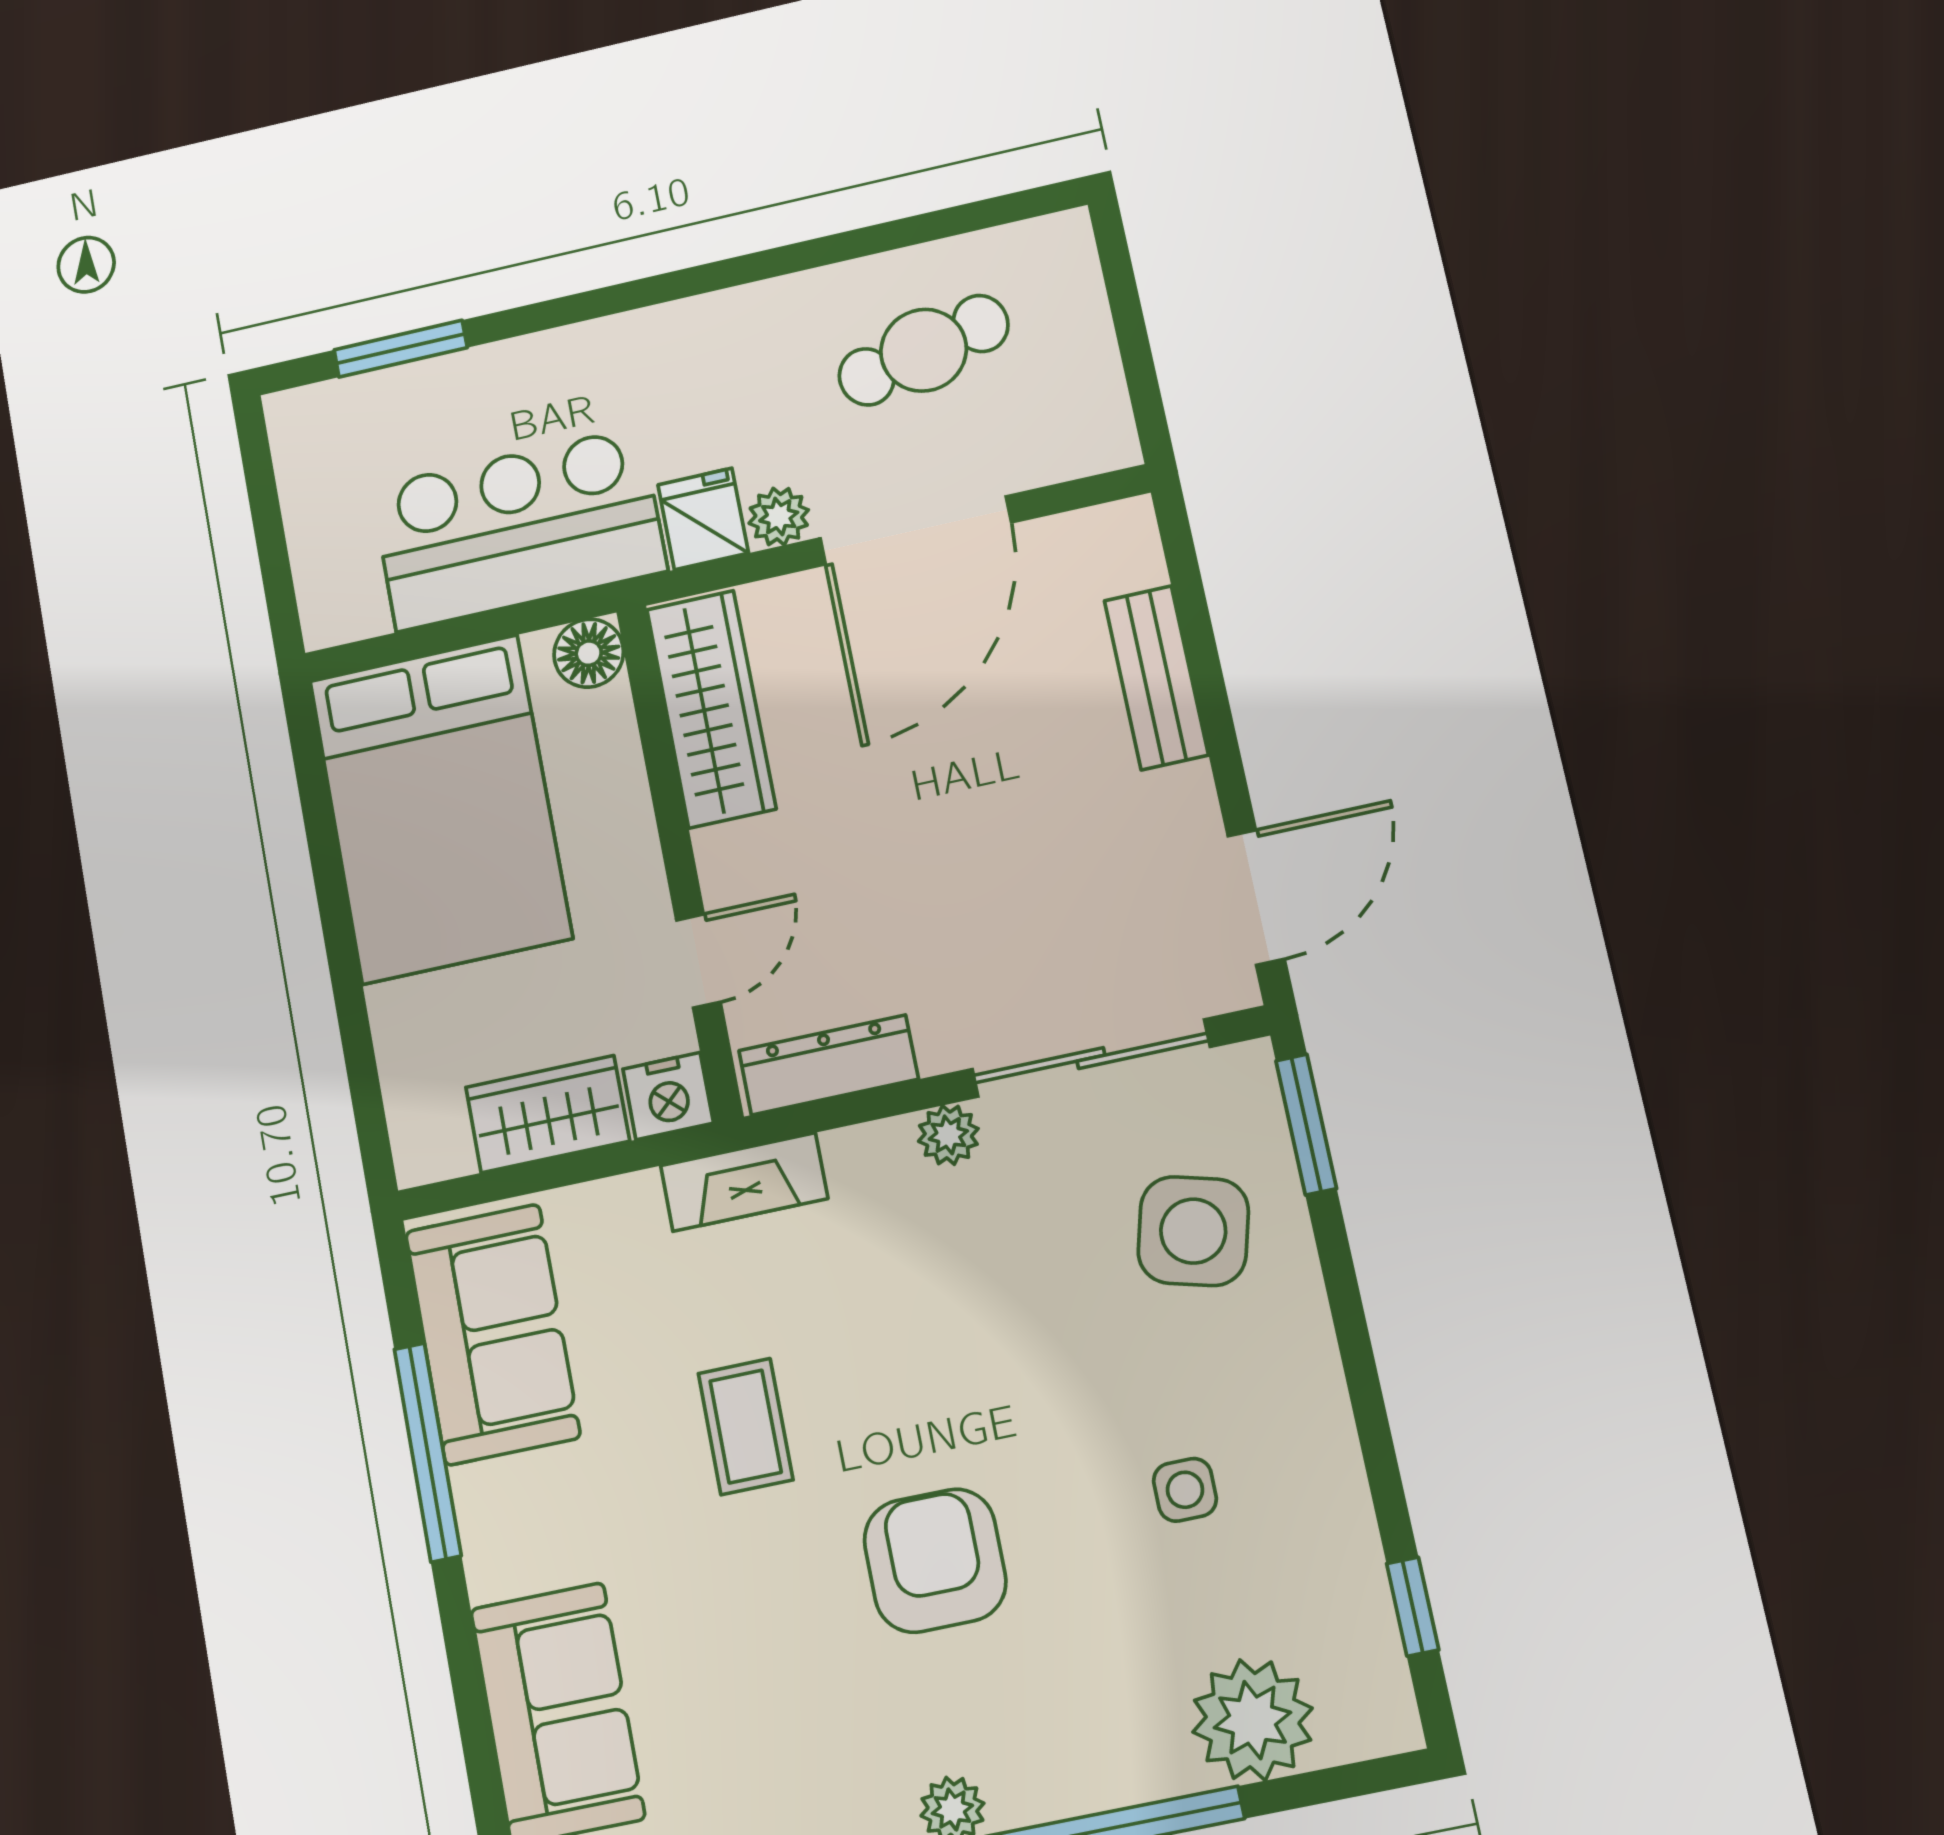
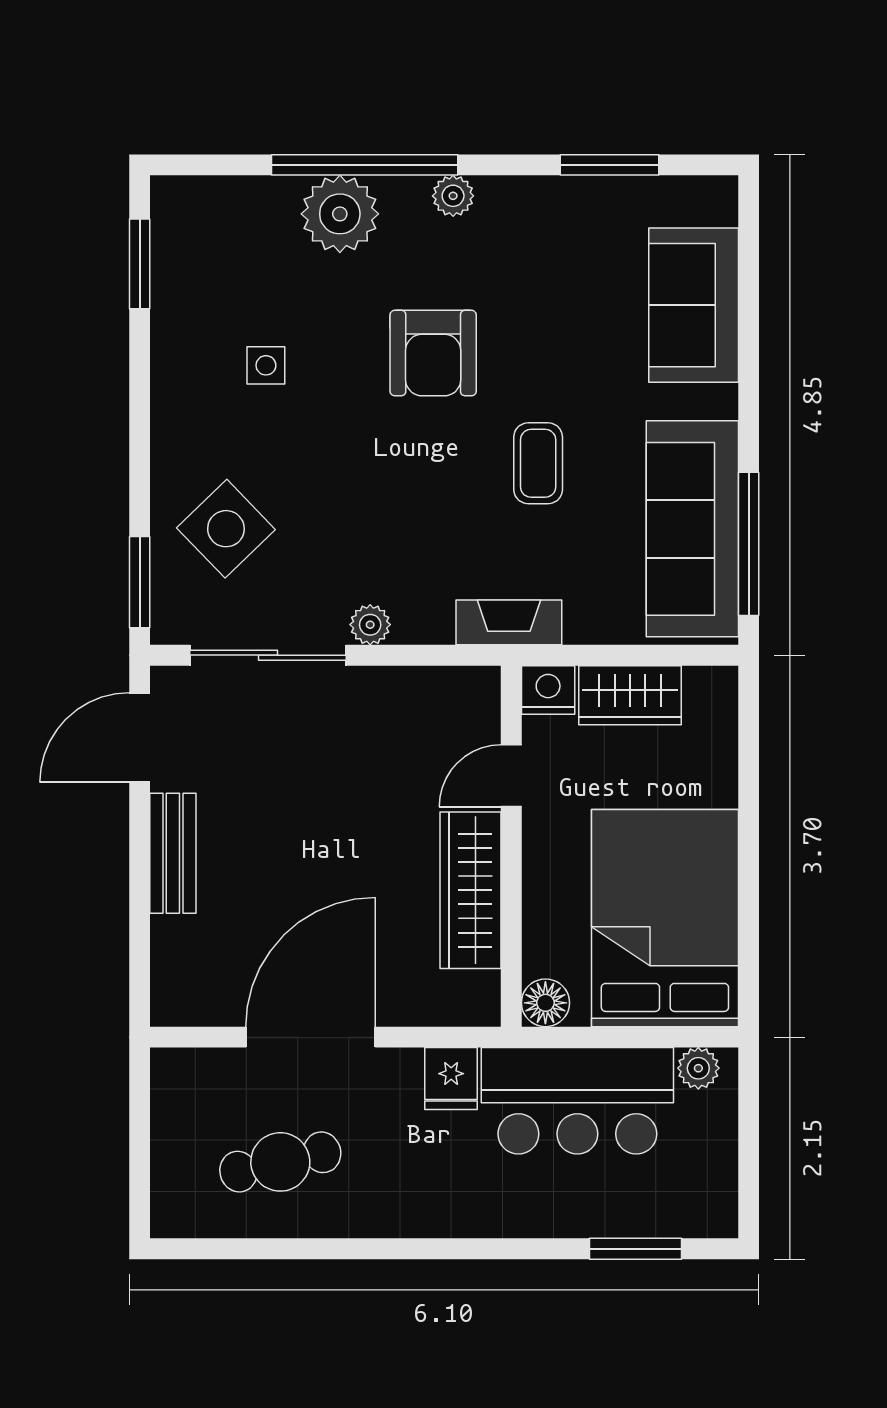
plant: (779, 517) -> (698, 1068), moved
bench: (1156, 678) -> (173, 853), moved
wardrobe: (711, 709) -> (471, 890), moved
dresser: (828, 1065) -> (439, 688), removed
side table: (1193, 1231) -> (226, 529), turned 31
sofa: (493, 1334) -> (692, 529), width x1.36
window: (428, 1452) -> (749, 544), moved
window: (1413, 1607) -> (140, 264), width x1.50
plant: (1252, 1720) -> (340, 214), moved

